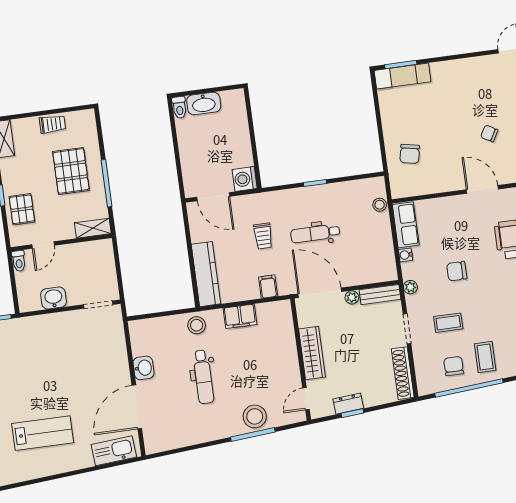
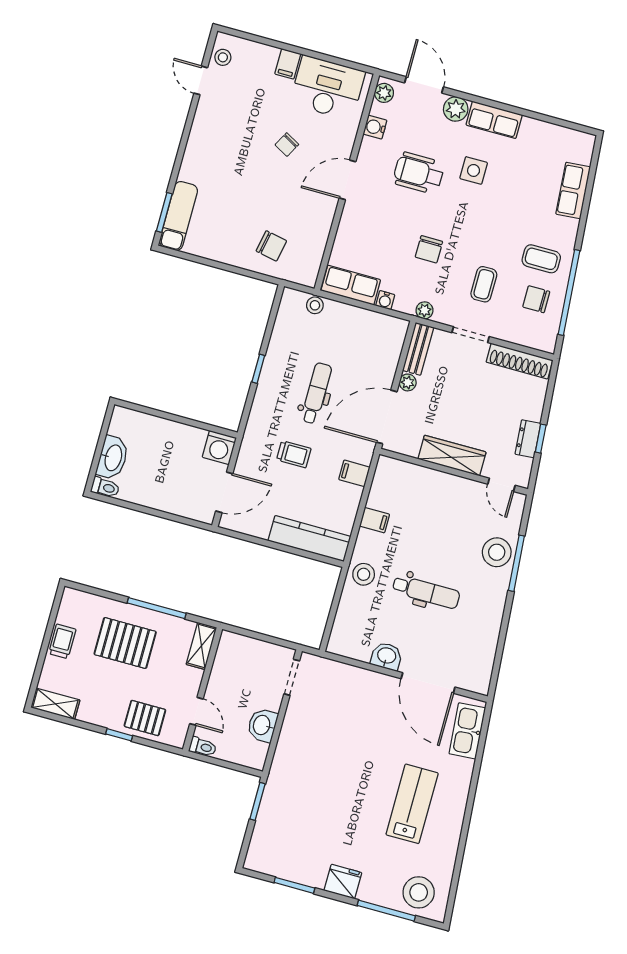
dental chair: (315, 233) -> (316, 393), turned 180
filing cabinet: (240, 316) -> (375, 520), width x0.50

